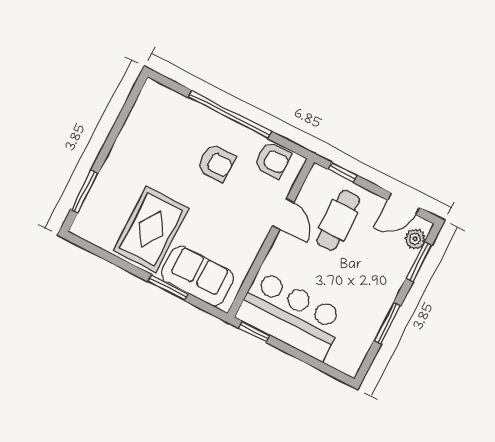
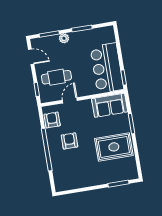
plant: (415, 239) -> (64, 38), moved
sofa: (197, 276) -> (110, 105), moved, turned -90

